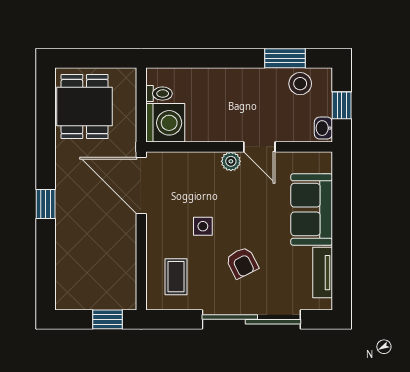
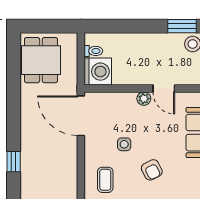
window: (46, 204) -> (14, 162), moved

